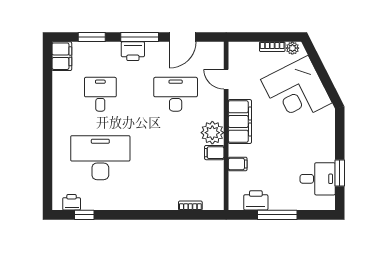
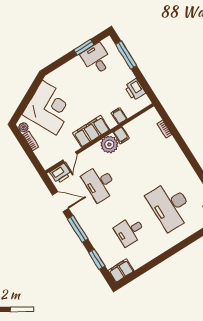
printer: (133, 51) -> (61, 173), moved, turned 90
window: (277, 215) -> (126, 55), moved

